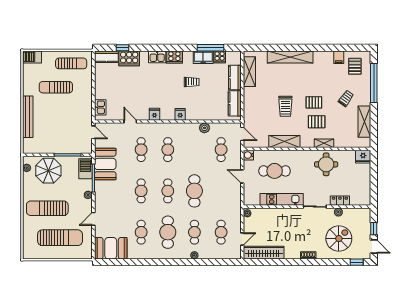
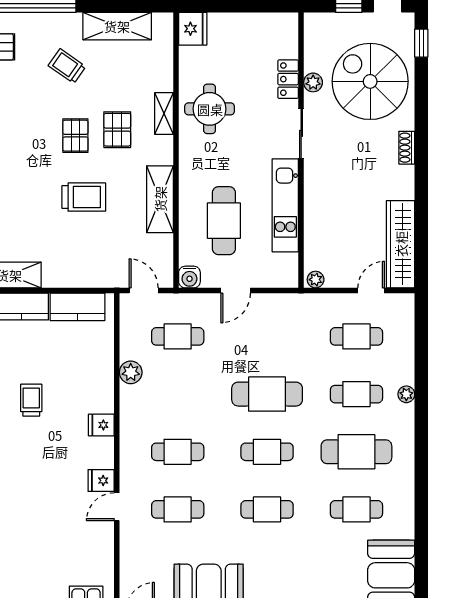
door: (130, 121) -> (117, 507), moved
door: (242, 134) -> (144, 291), hinge flipped
door: (242, 239) -> (371, 291), hinge flipped
spiral stairs: (339, 239) -> (370, 81), width x1.37, depth x1.37

